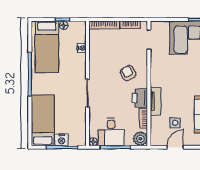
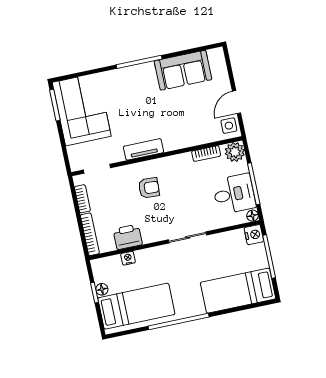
armchair: (128, 73) -> (149, 188), turned -150
printer: (140, 98) -> (128, 237), moved, turned 180
tv unit: (156, 101) -> (144, 149), moved
side table: (175, 123) -> (229, 126), moved
nightstand: (61, 140) -> (254, 235), moved
door: (175, 147) -> (236, 102), hinge flipped

